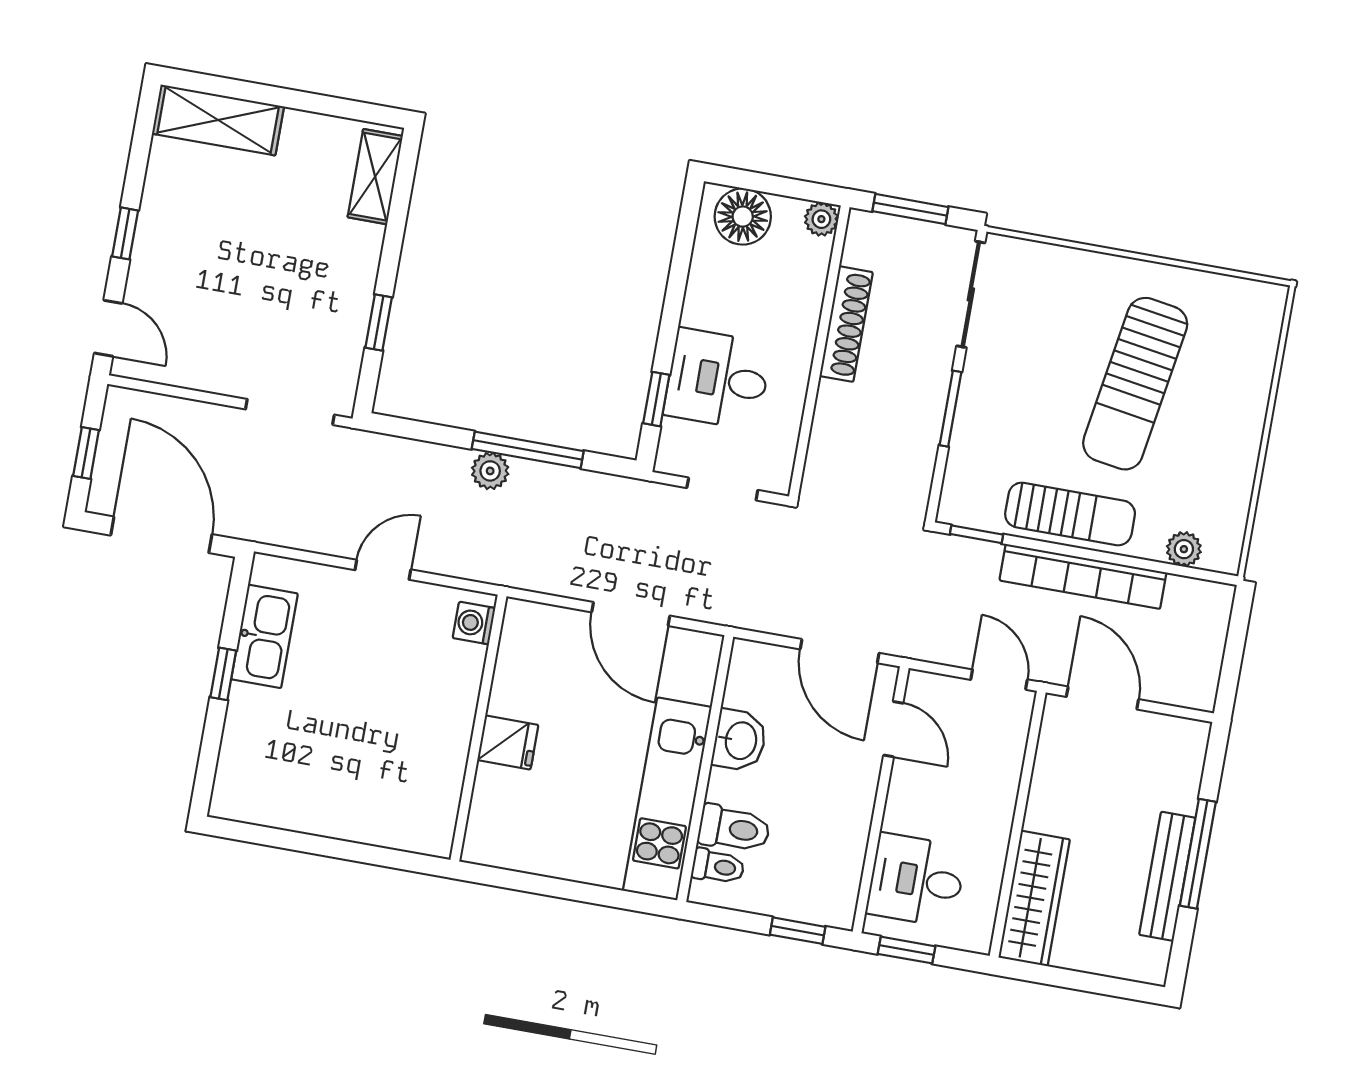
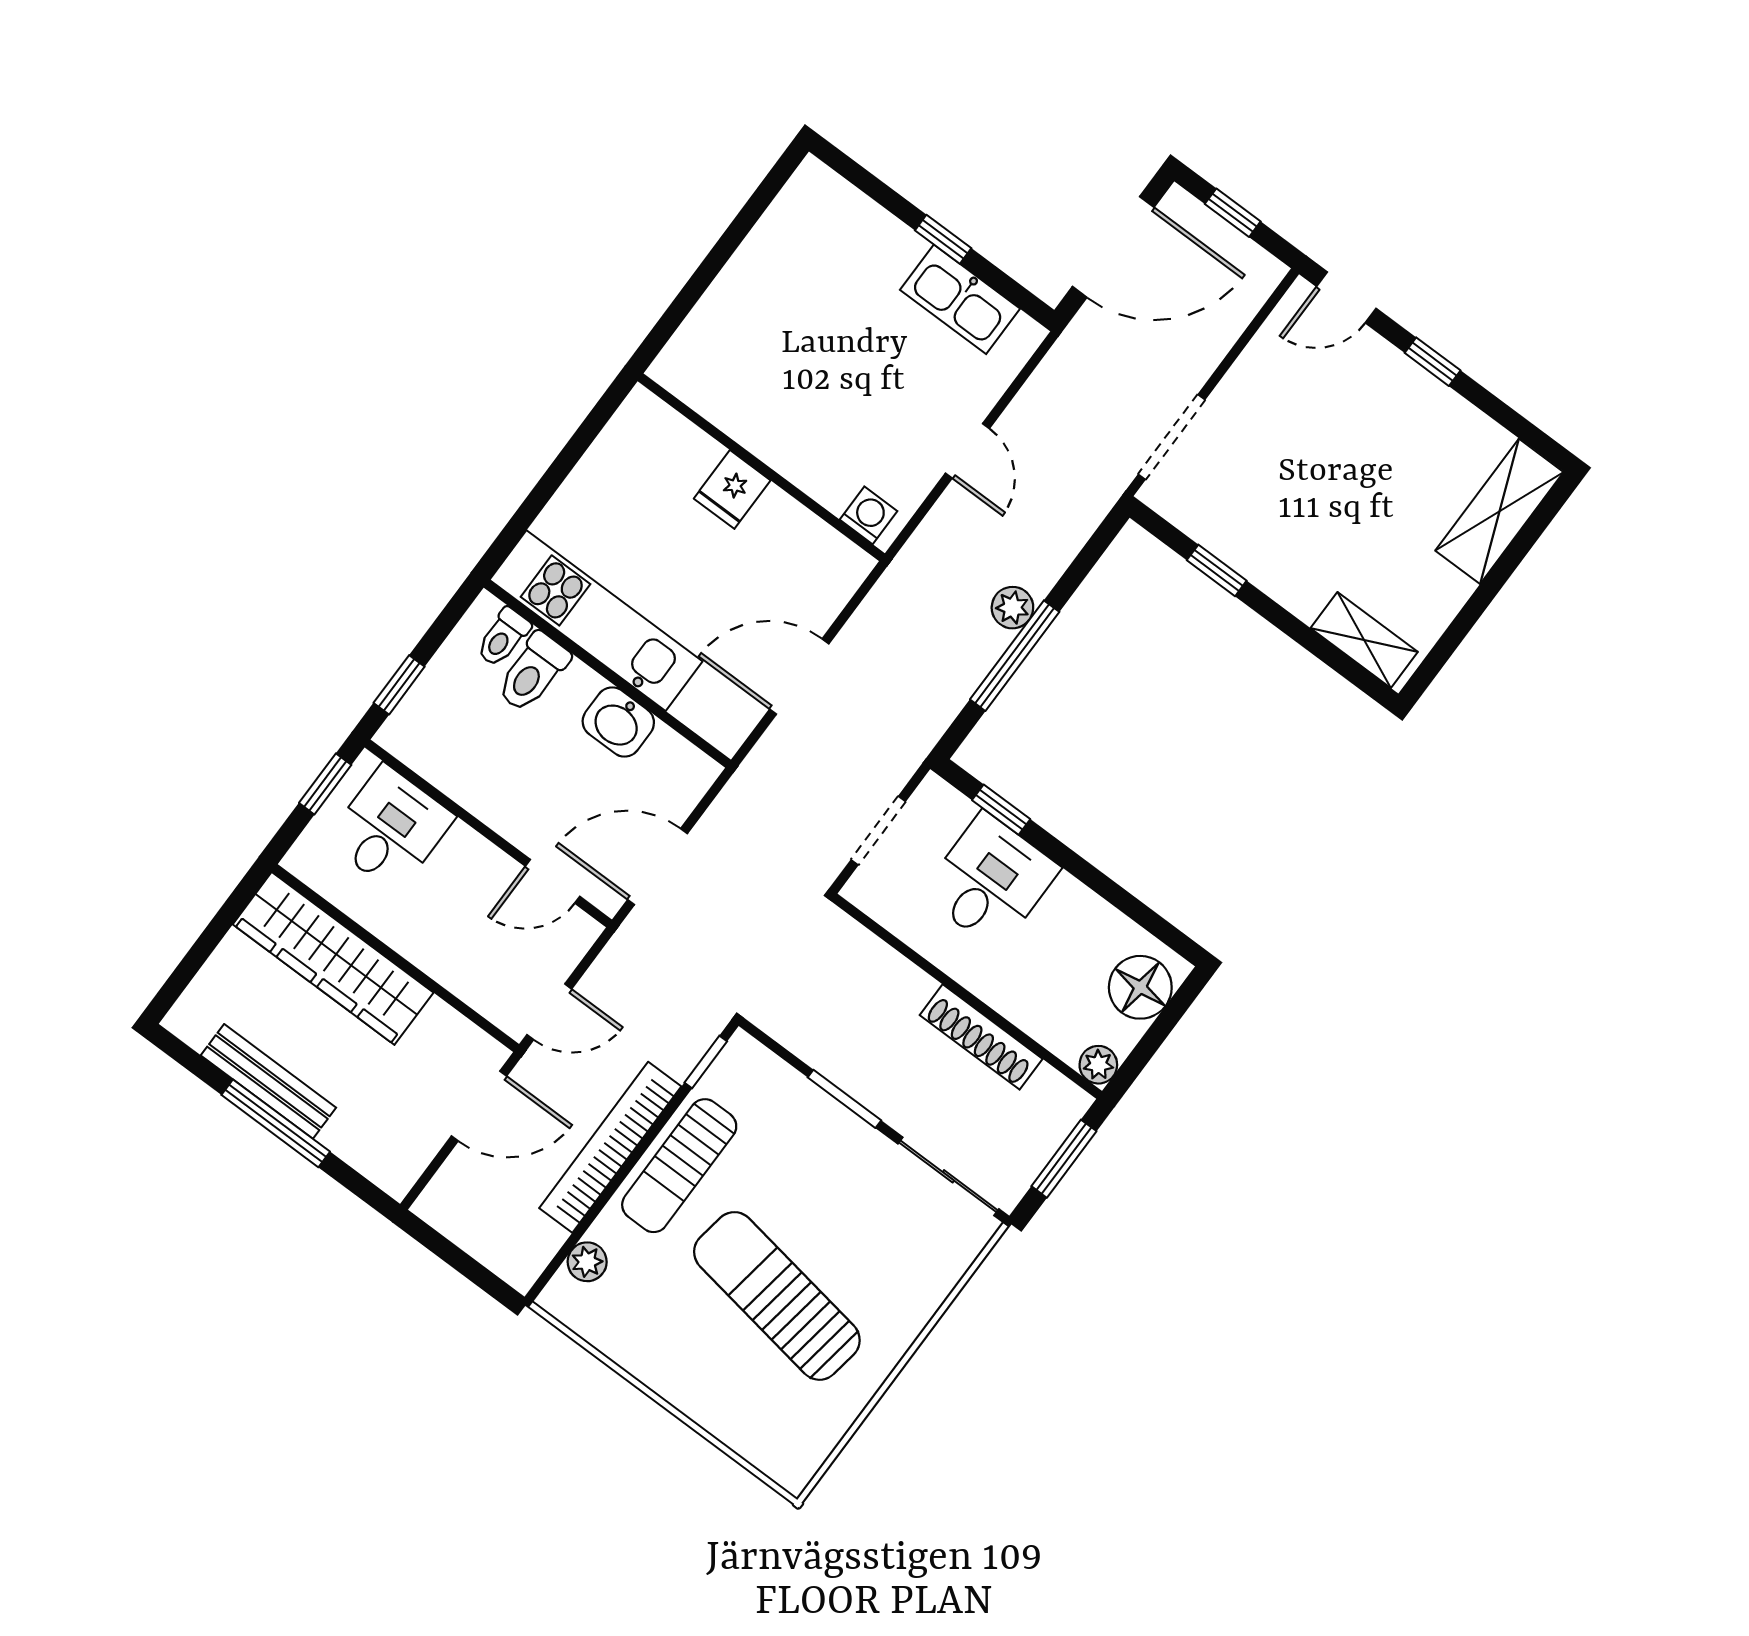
wardrobe: (1034, 898) -> (333, 958), width x1.40, depth x1.17

